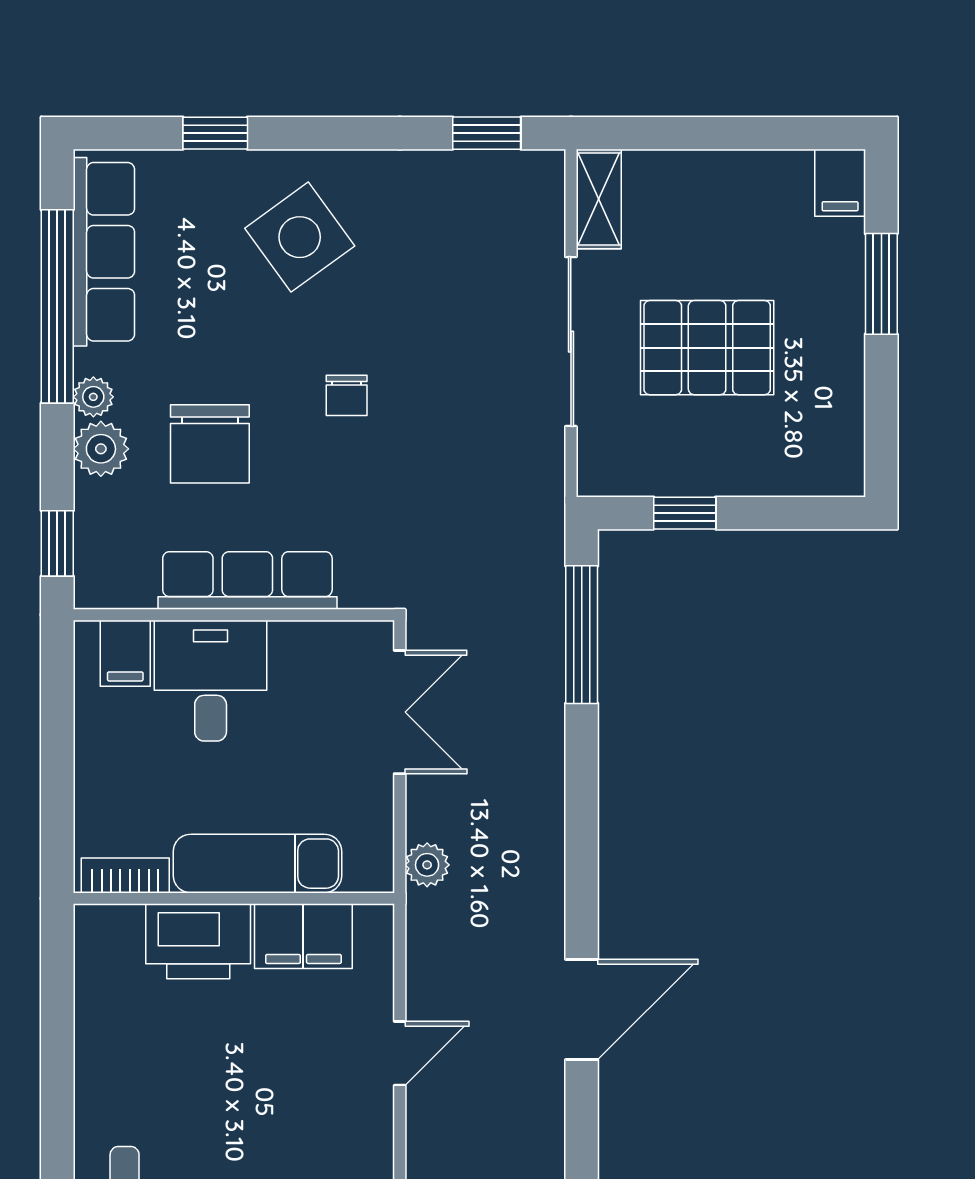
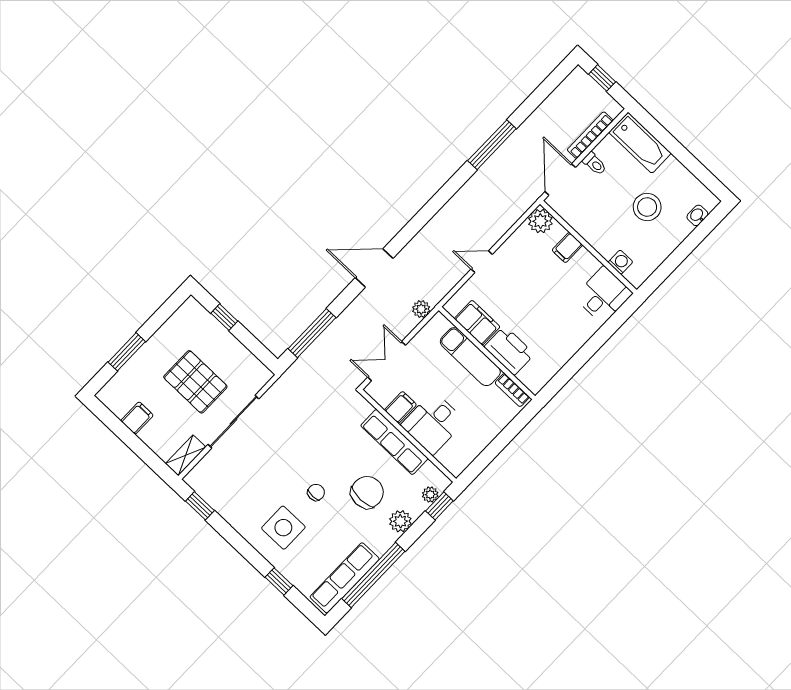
filing cabinet: (840, 183) -> (137, 418), moved
side table: (300, 237) -> (283, 528), turned 36
chair: (347, 395) -> (316, 492), moved
plant: (93, 397) -> (430, 494), moved
window: (685, 513) -> (224, 317), moved
filing cabinet: (125, 653) -> (400, 407), moved
door: (582, 1009) -> (374, 268), moved

